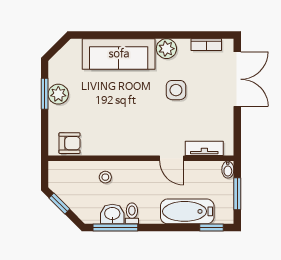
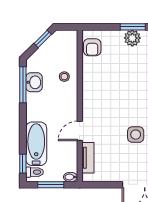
toilet: (132, 213) -> (35, 172), moved

